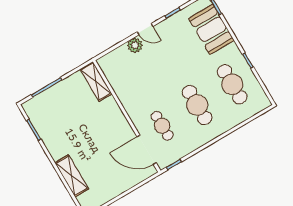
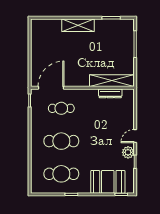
plant: (135, 45) -> (128, 152), moved
shelving: (96, 82) -> (112, 81), width x1.47
dresser: (115, 83) -> (110, 93), added
shelving: (72, 176) -> (78, 25), moved

